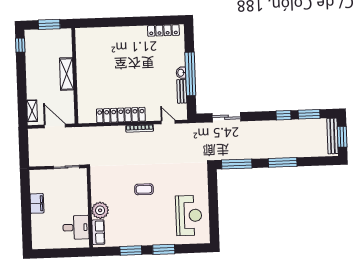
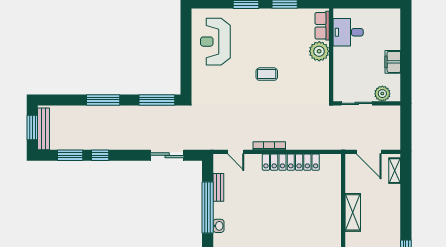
washbasin: (181, 73) -> (218, 226), moved
plant: (45, 176) -> (382, 94), added

